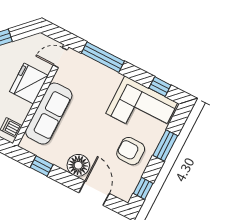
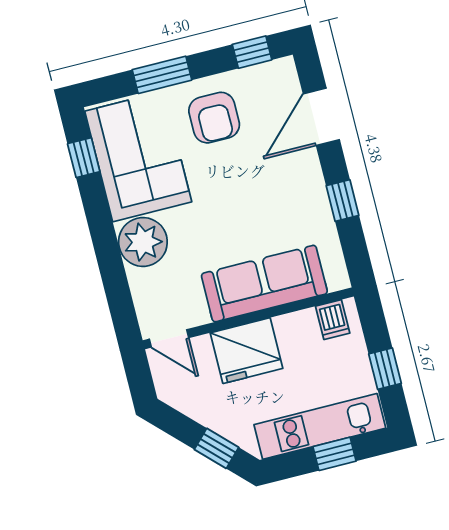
window: (103, 57) -> (114, 277), removed
plant: (107, 81) -> (143, 242), added
floor lamp: (78, 165) -> (301, 175), removed
window: (42, 166) -> (342, 201), moved

